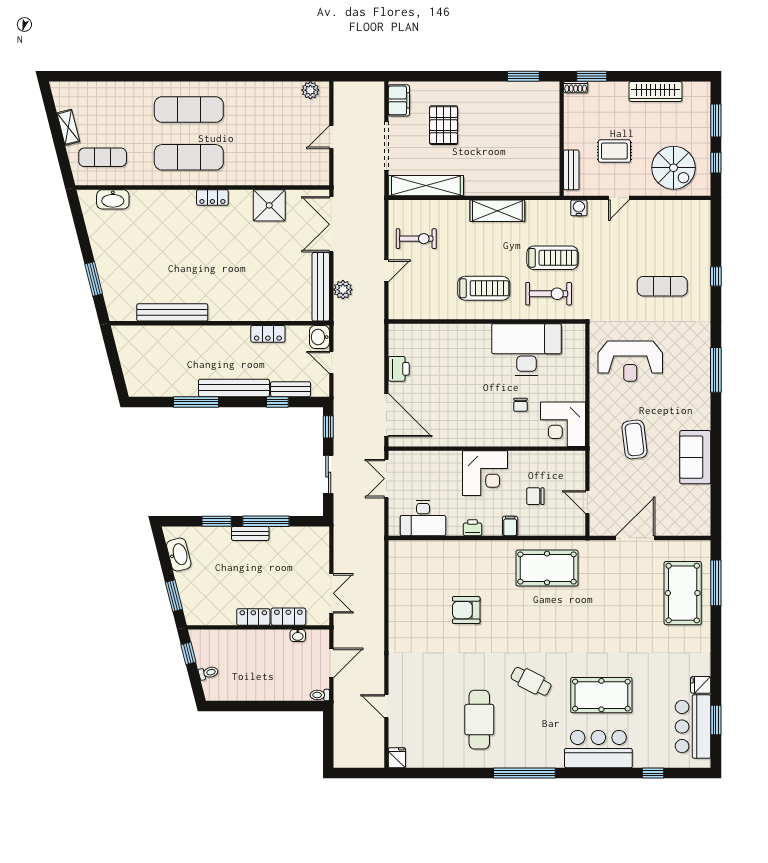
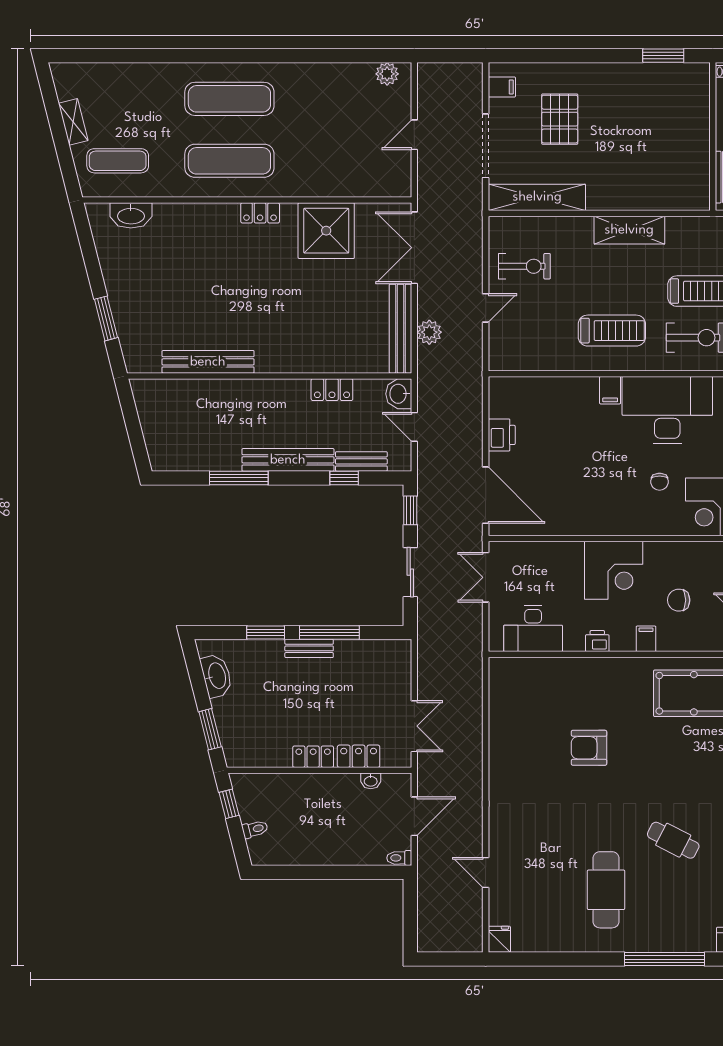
filing cabinet: (399, 100) -> (502, 87), width x0.50
shower: (269, 205) -> (326, 231), width x1.37, depth x1.37
filing cabinet: (482, 334) -> (610, 390), added

